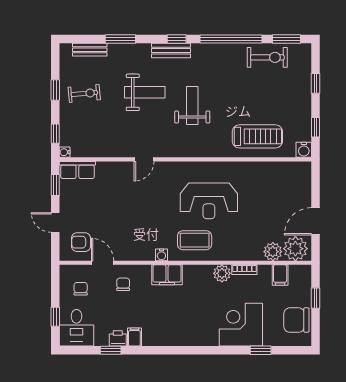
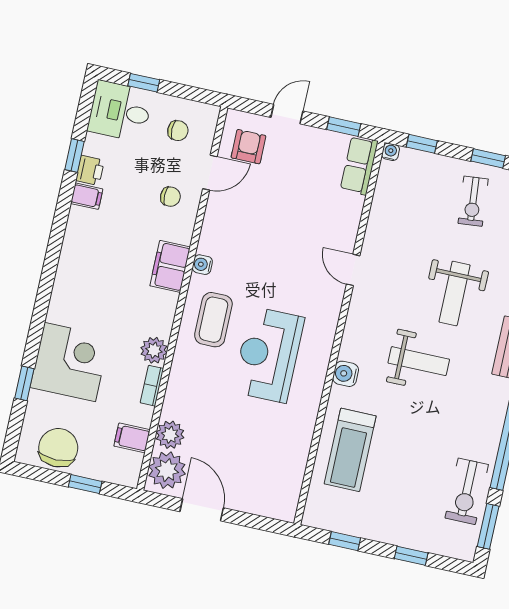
water cooler: (304, 150) -> (346, 374), moved

